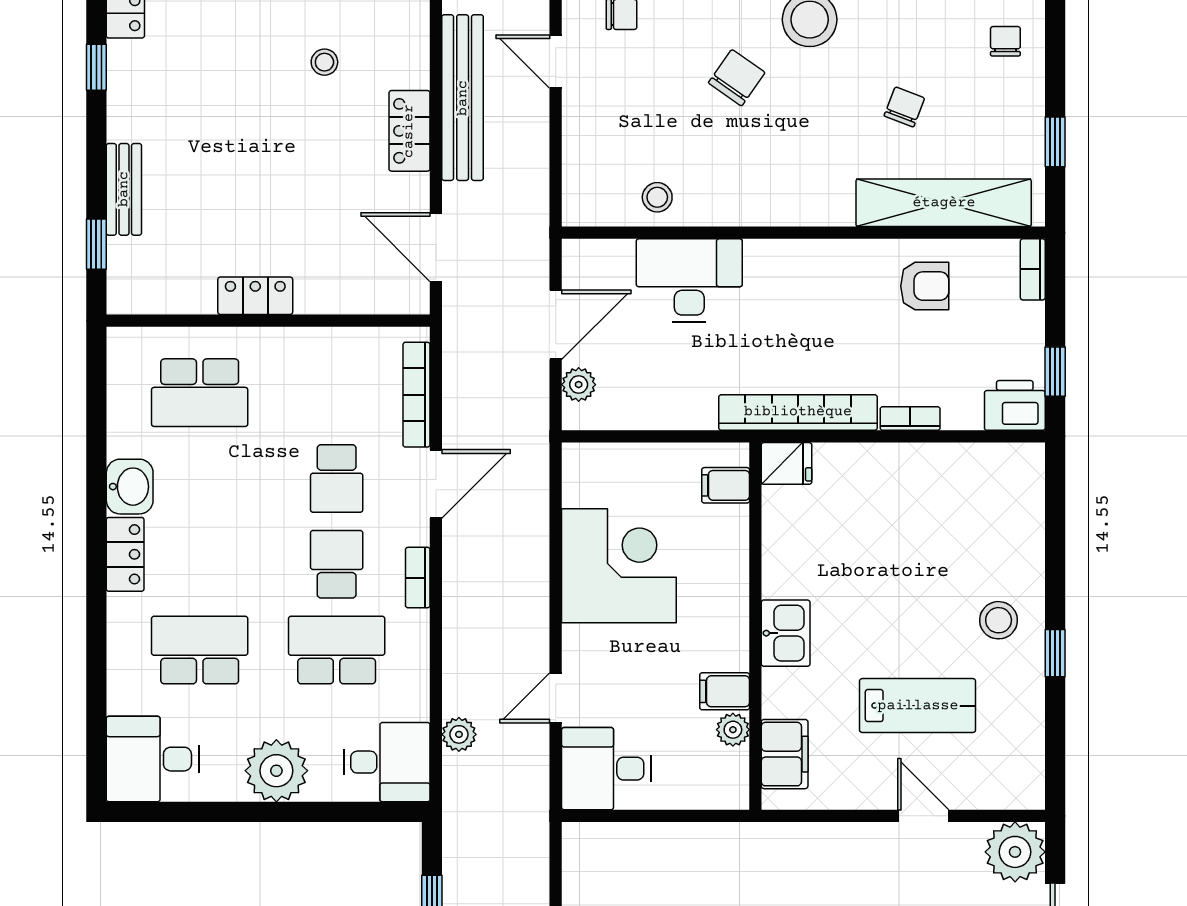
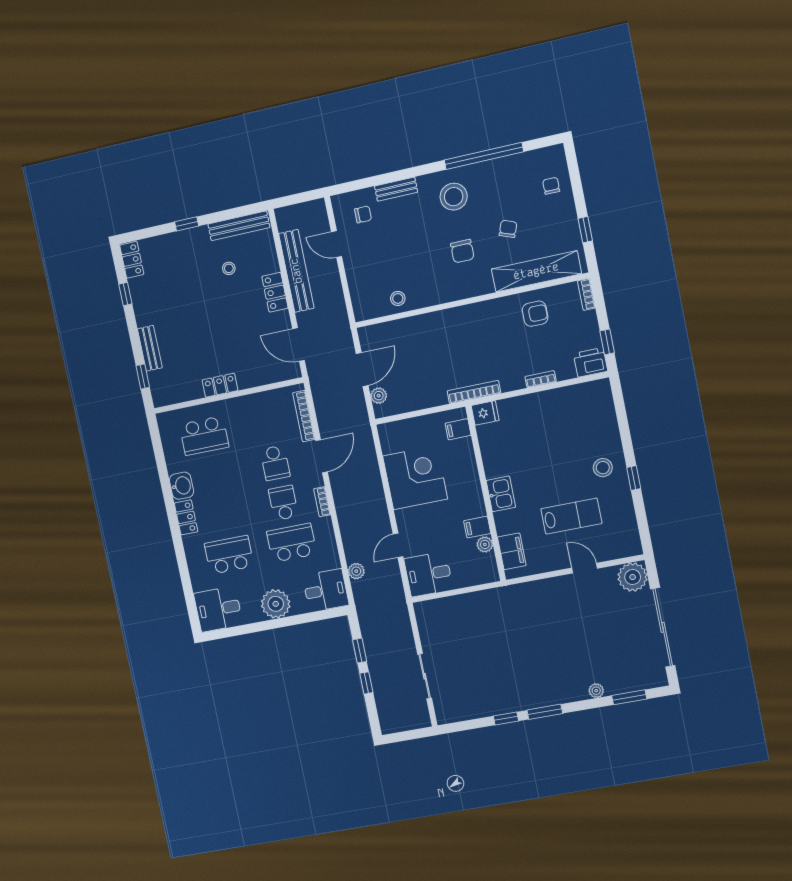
chair: (737, 78) -> (462, 251), moved, turned 145
desk: (689, 280) -> (421, 335), removed
bookcase: (798, 412) -> (474, 392), width x0.68, depth x0.76

